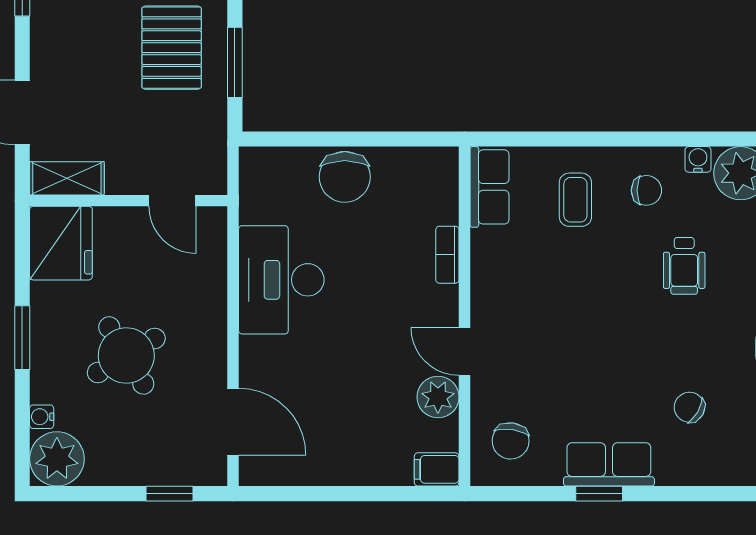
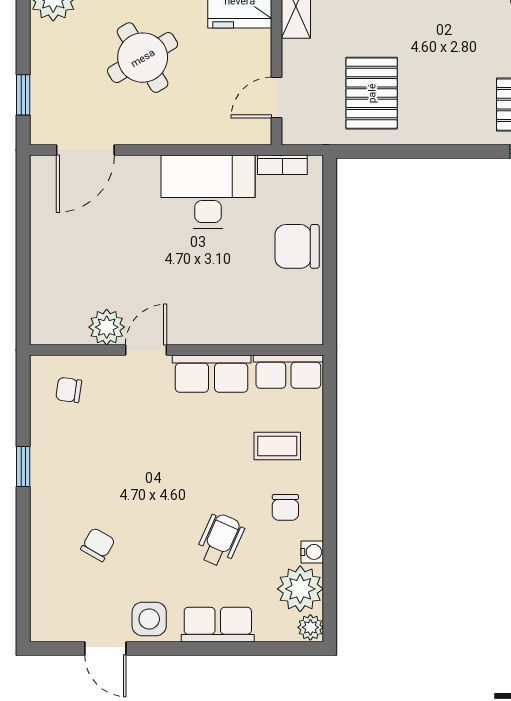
pallet: (172, 48) -> (372, 93), moved, turned 90
window: (235, 62) -> (396, 152), removed
bookcase: (447, 255) -> (282, 165), moved, turned 180
wheelchair: (684, 266) -> (220, 540), turned 114
chair: (511, 441) -> (69, 390), width x0.73, depth x0.73
row of seats: (609, 464) -> (212, 374), moved, turned 90
filing cabinet: (437, 469) -> (44, 326), removed

